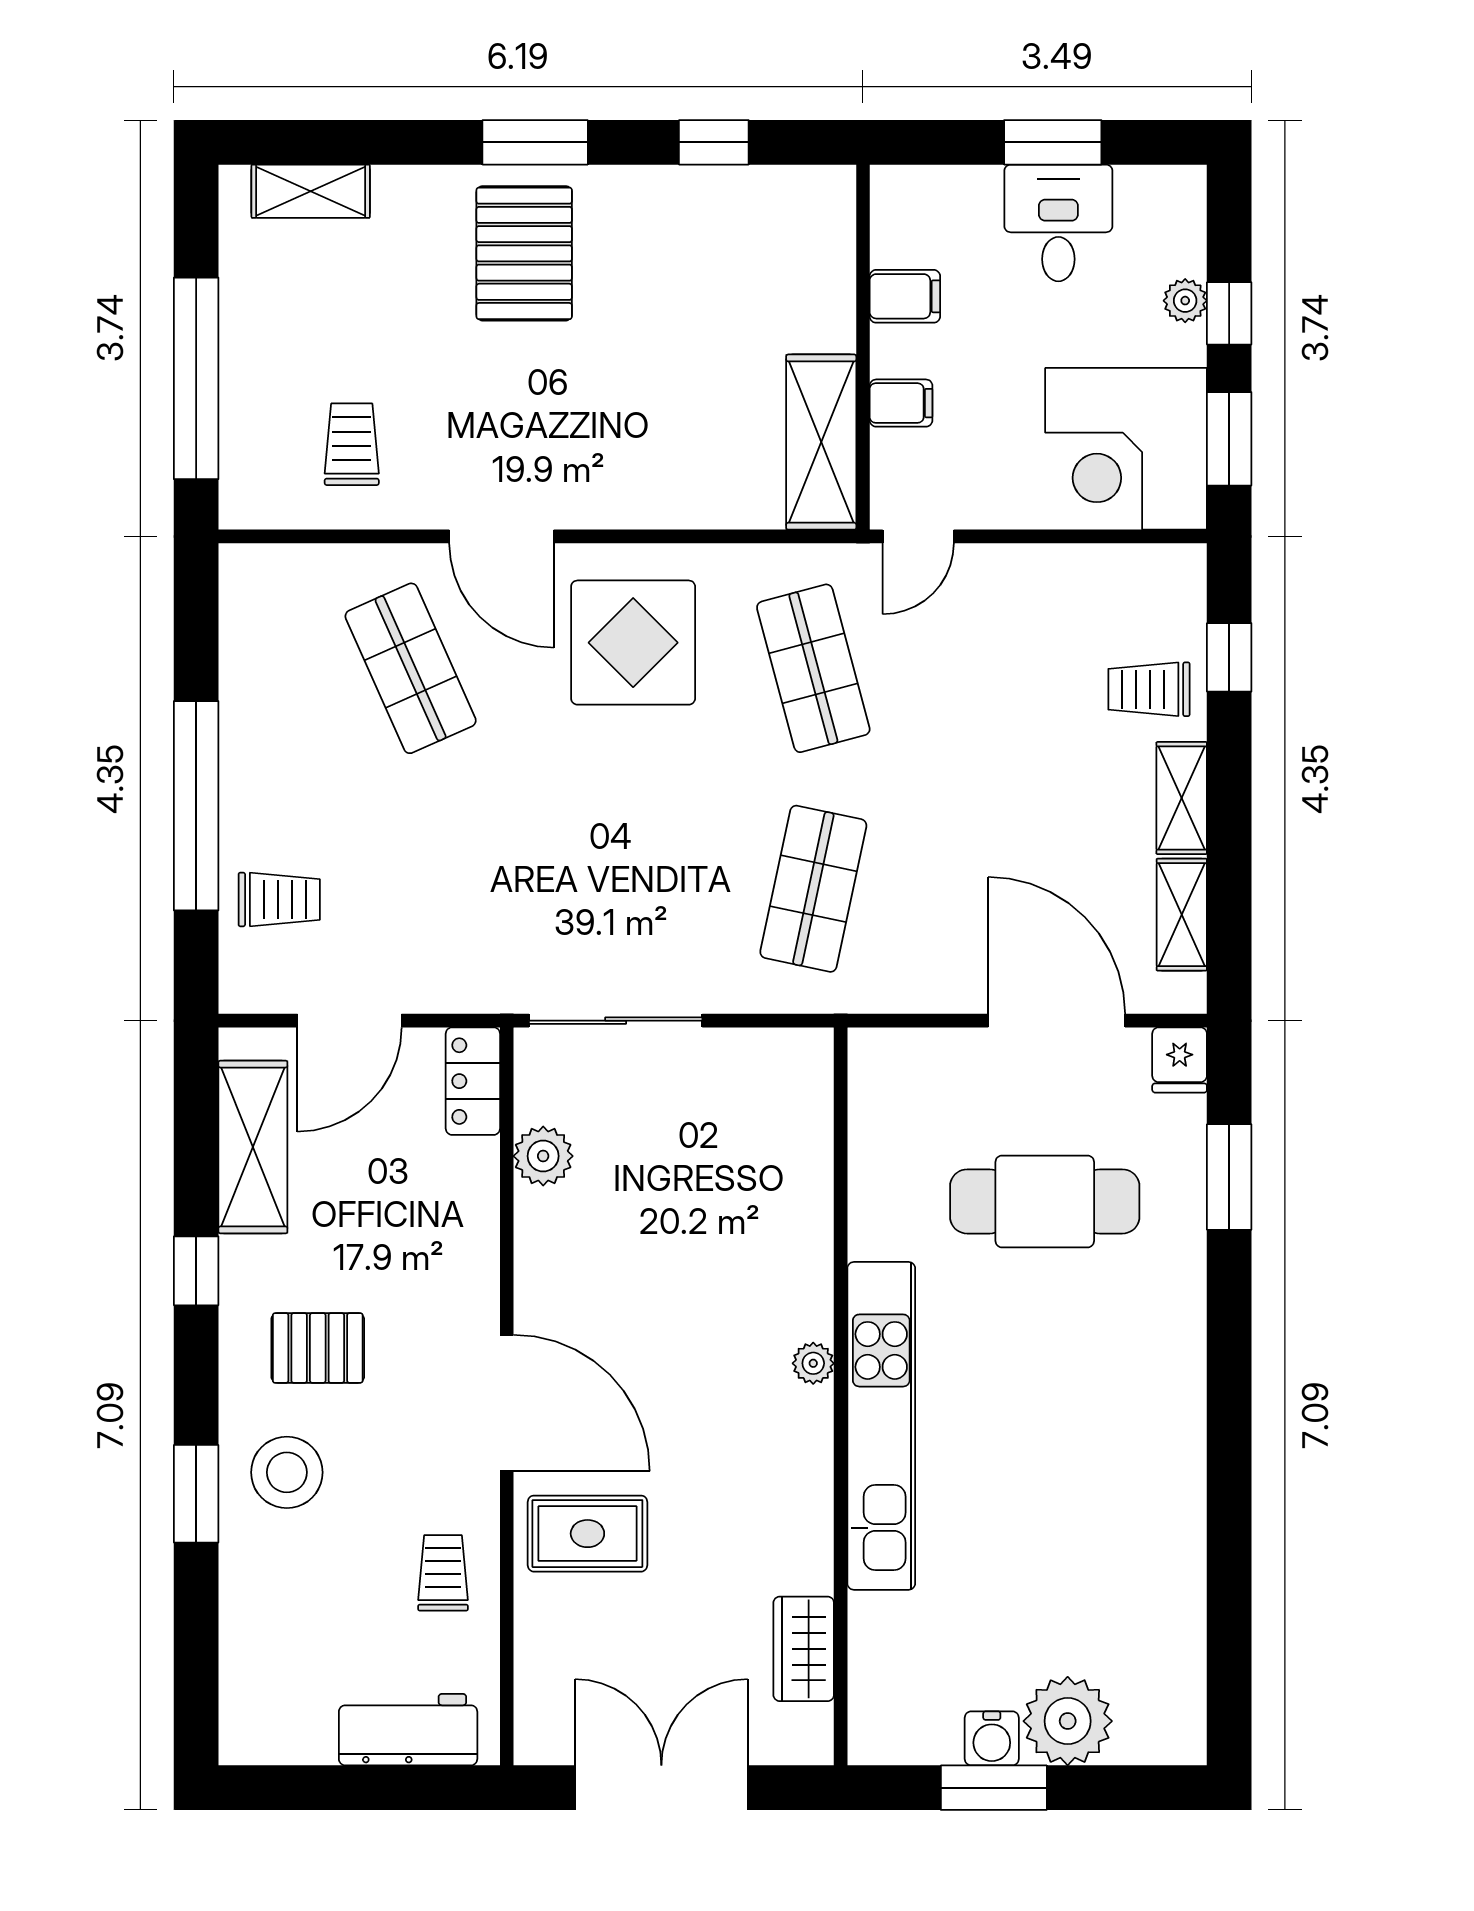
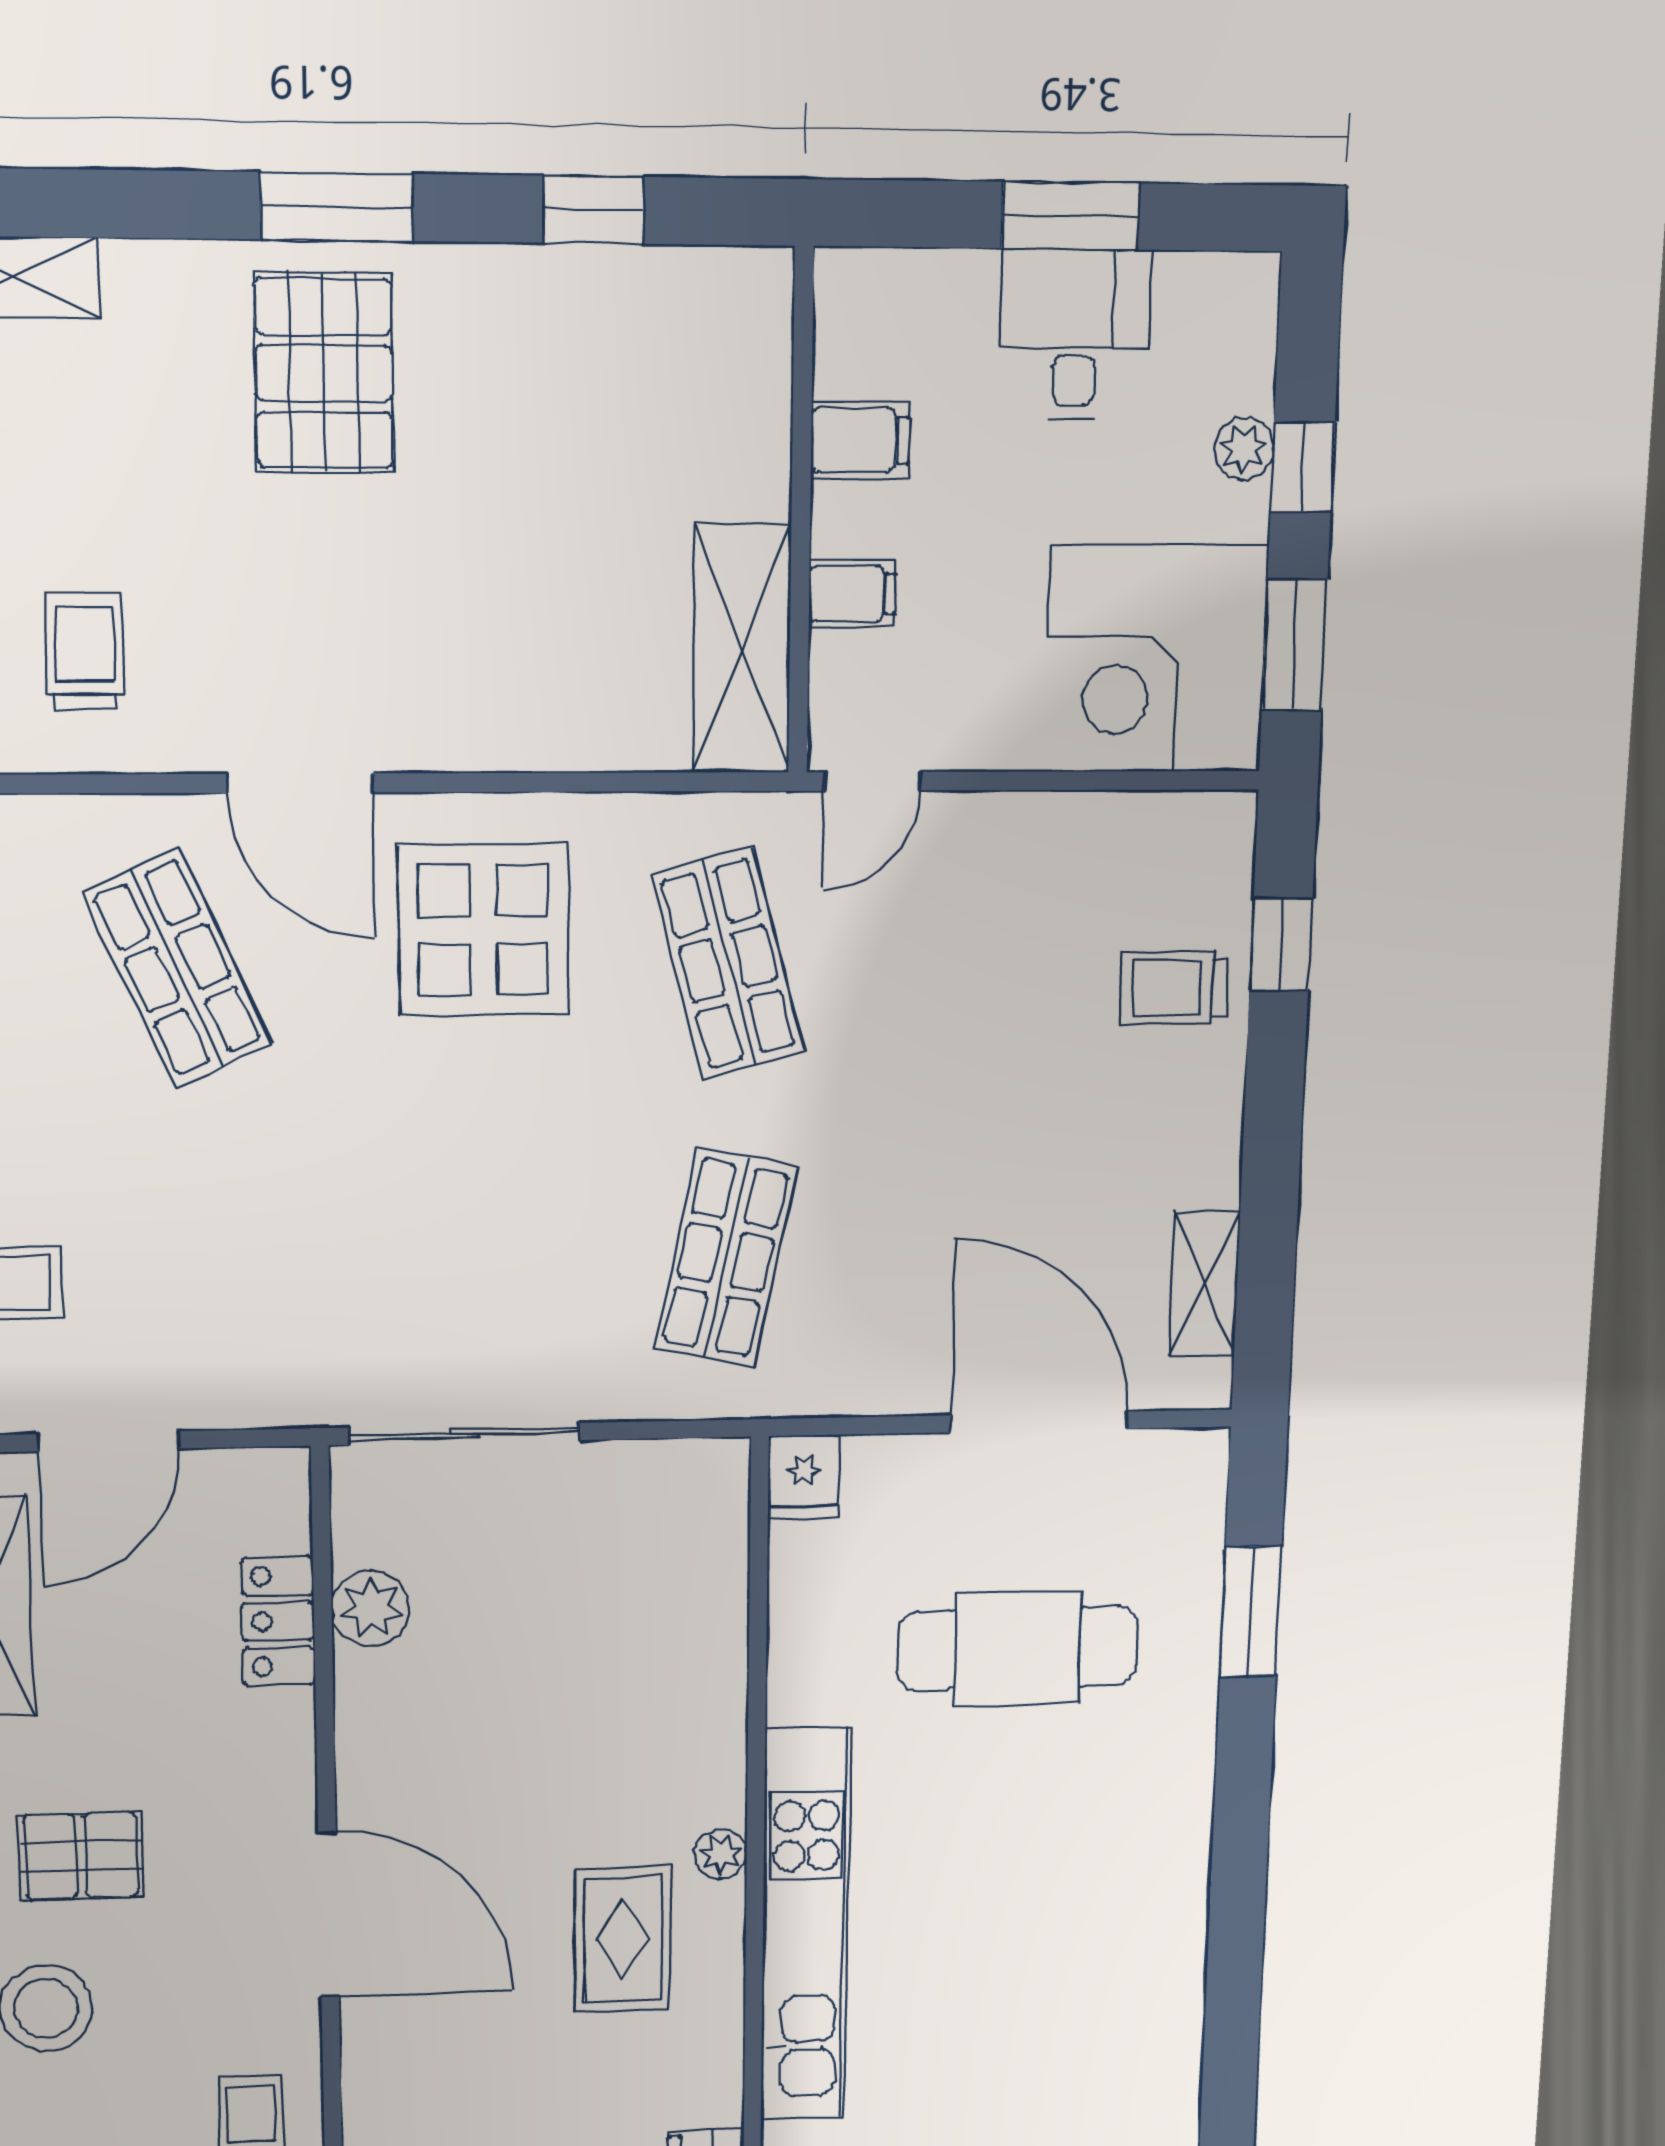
shelving: (1182, 798) -> (1211, 1132), removed
fridge: (1180, 1060) -> (804, 1477), moved
locker: (473, 1081) -> (278, 1621), moved
rug: (587, 1534) -> (623, 1940), moved, turned 90

